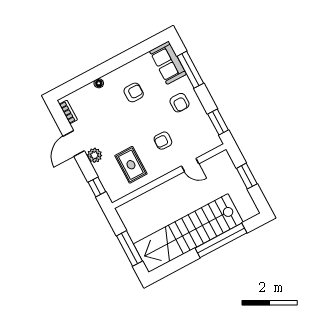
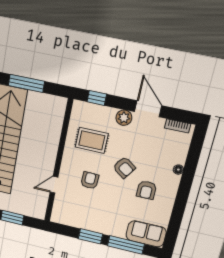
armchair: (179, 103) -> (124, 167), moved, turned -145
window: (218, 122) -> (90, 236), moved

